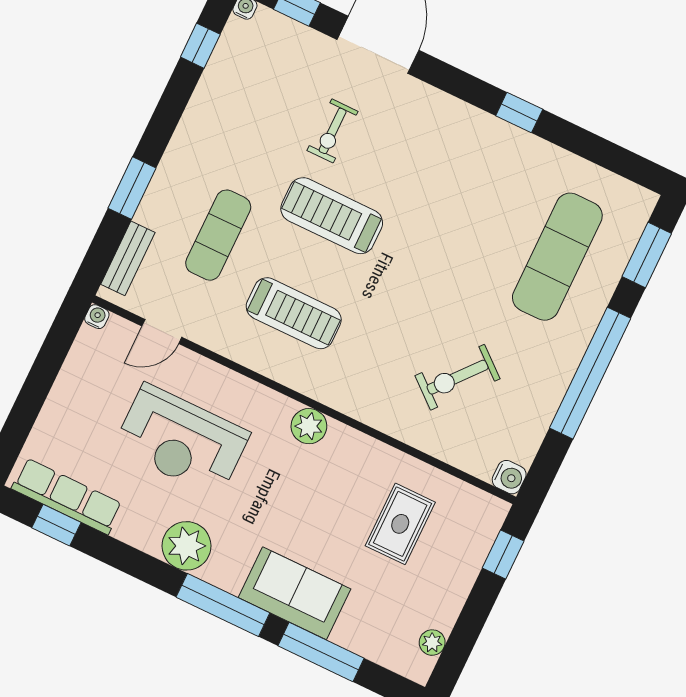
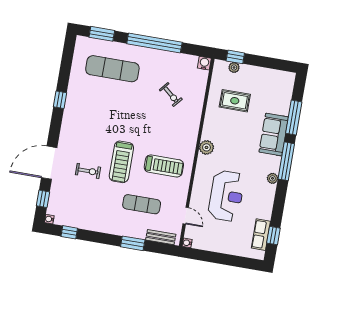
treadmill: (294, 313) -> (164, 166), turned 90
exercise bike: (457, 377) -> (171, 95), width x0.73, depth x0.72
row of seats: (67, 496) -> (261, 235), width x0.68
plant: (187, 546) -> (272, 178), width x0.53, depth x0.53
plant: (432, 643) -> (234, 67), moved

